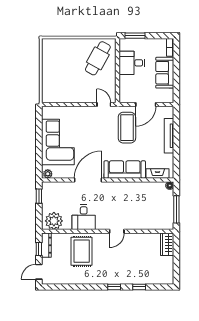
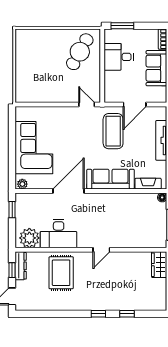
desk: (84, 217) -> (59, 234), width x1.37

